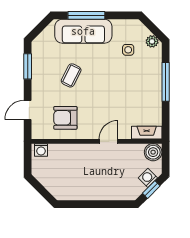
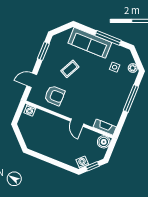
window: (86, 15) -> (108, 38), moved
armchair: (65, 118) -> (55, 96), turned 180
door: (109, 141) -> (77, 123), swing flipped
washing machine: (148, 178) -> (82, 162), moved

